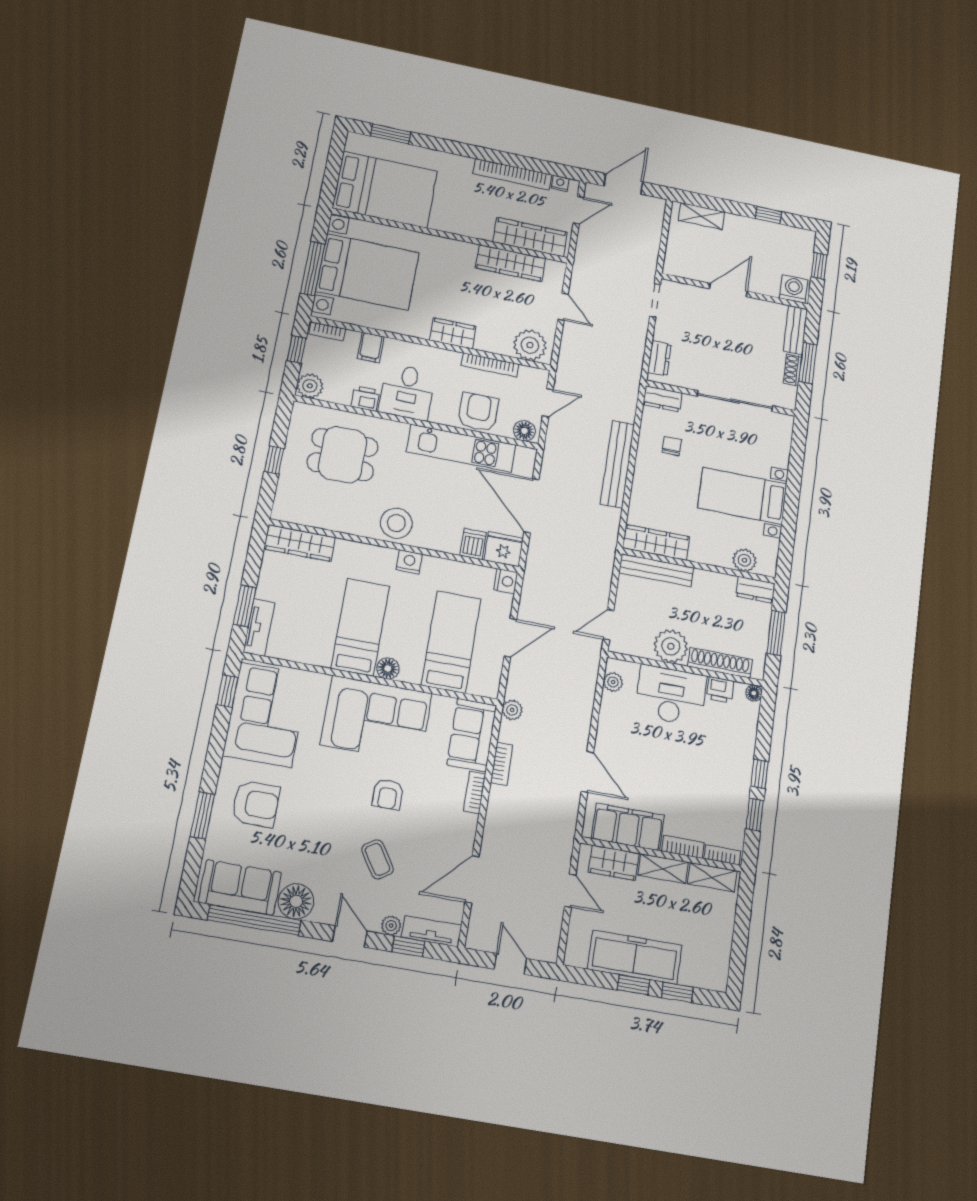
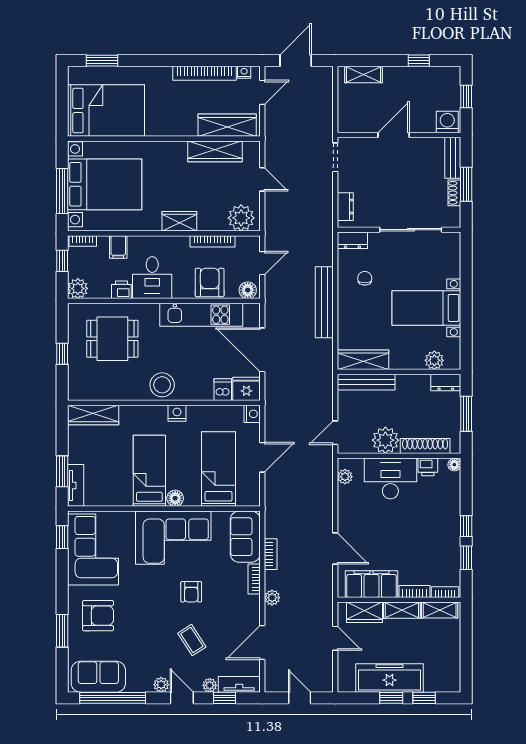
plant: (512, 710) -> (272, 598), moved
floor lamp: (296, 901) -> (139, 680), removed
plant: (325, 913) -> (161, 685), added

